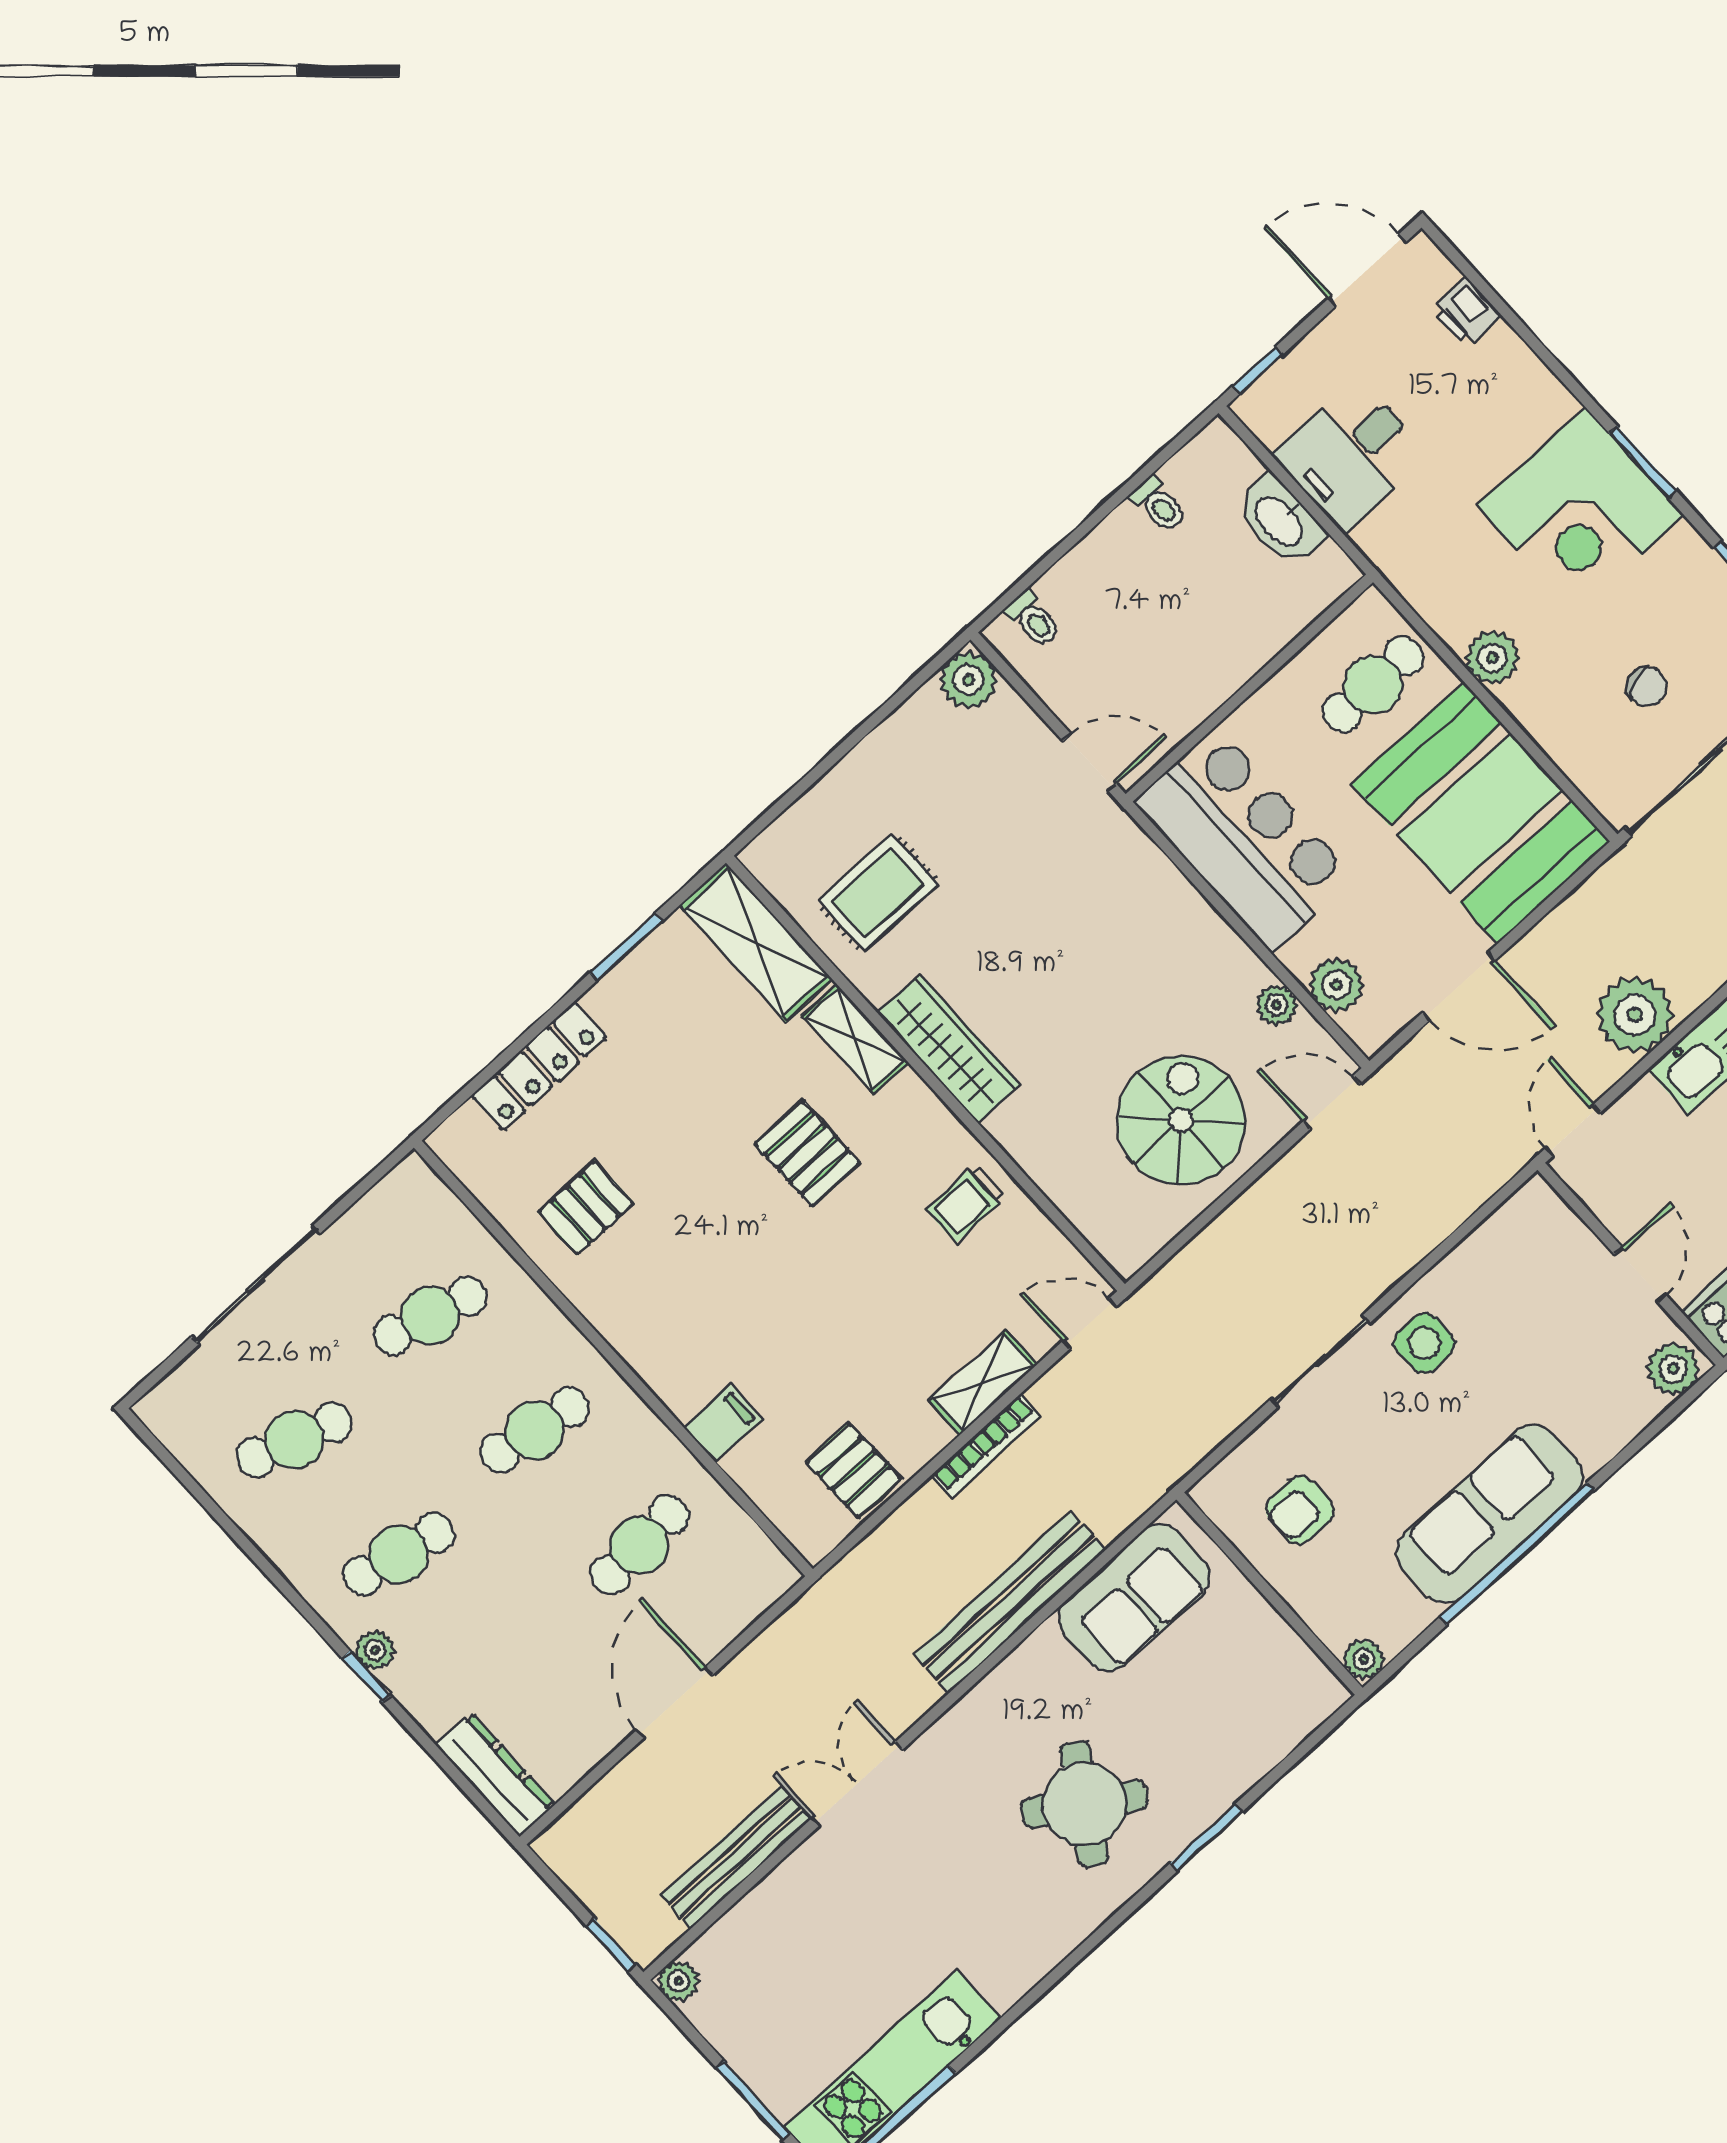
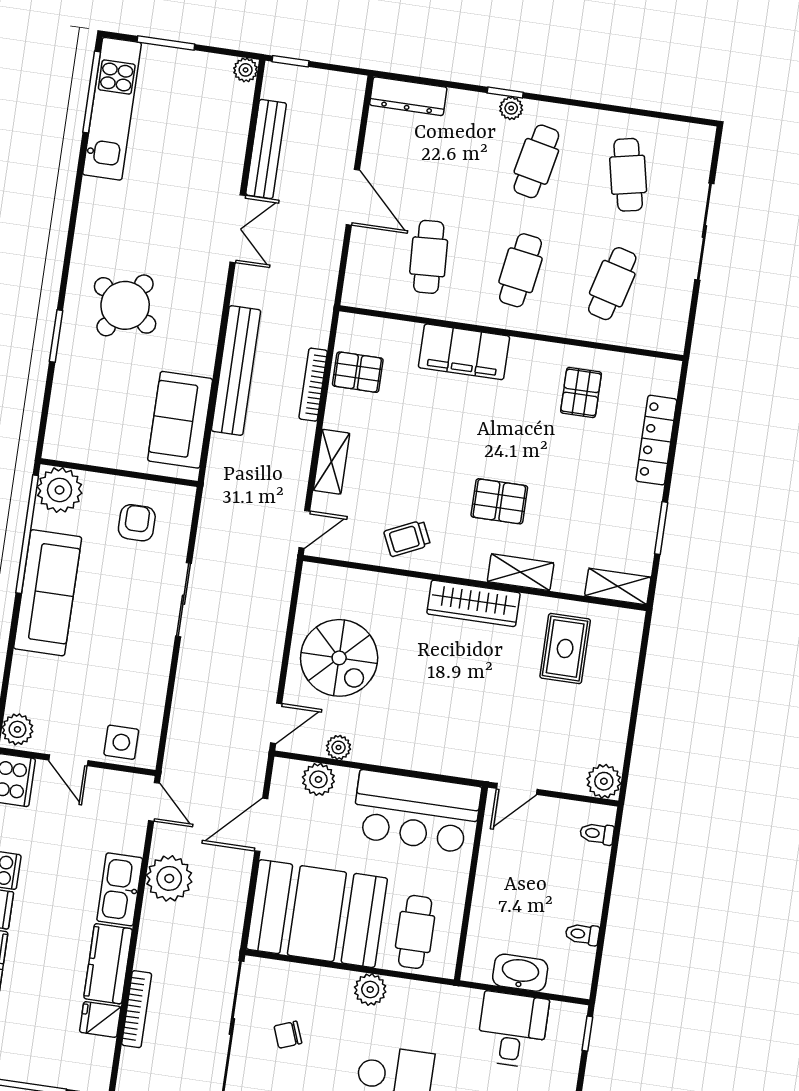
shelving: (756, 942) -> (618, 586), width x0.67, depth x0.75
trolley: (966, 1203) -> (407, 538), turned -115
side table: (1424, 1343) -> (121, 742), moved
filing cabinet: (723, 1423) -> (464, 352), width x3.00, depth x1.17
cafe table: (294, 1440) -> (628, 175), turned -30
bookcase: (986, 1446) -> (313, 385), moved
window: (1517, 1554) -> (27, 534), moved
plant: (1364, 1659) -> (60, 490), width x1.88, depth x1.88

